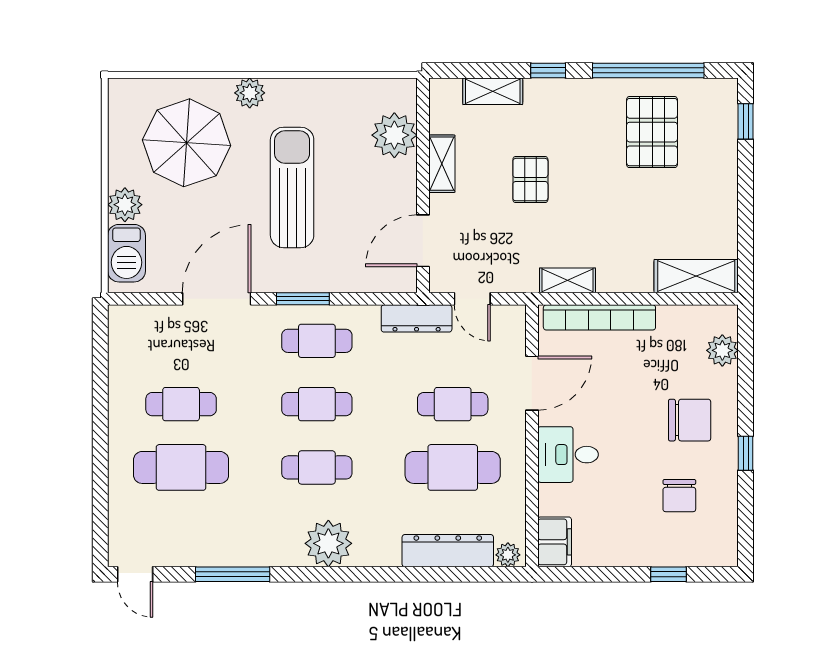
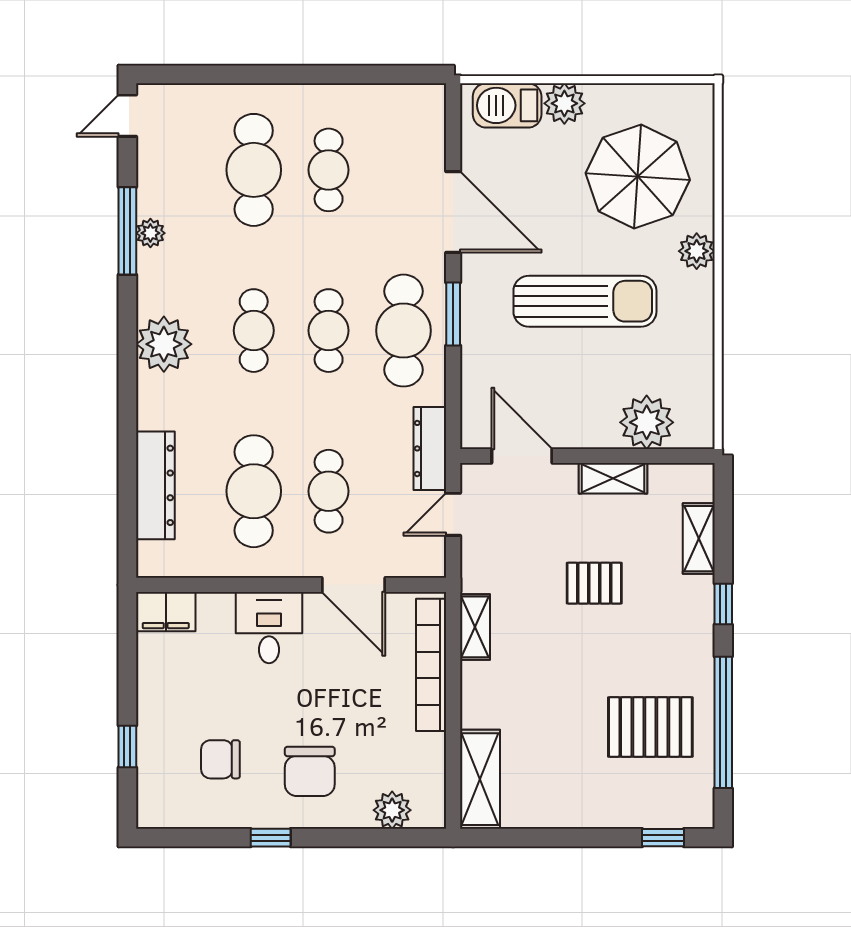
cafe table: (317, 341) -> (403, 331), width x1.37, depth x1.35
plant: (508, 555) -> (150, 233), moved

